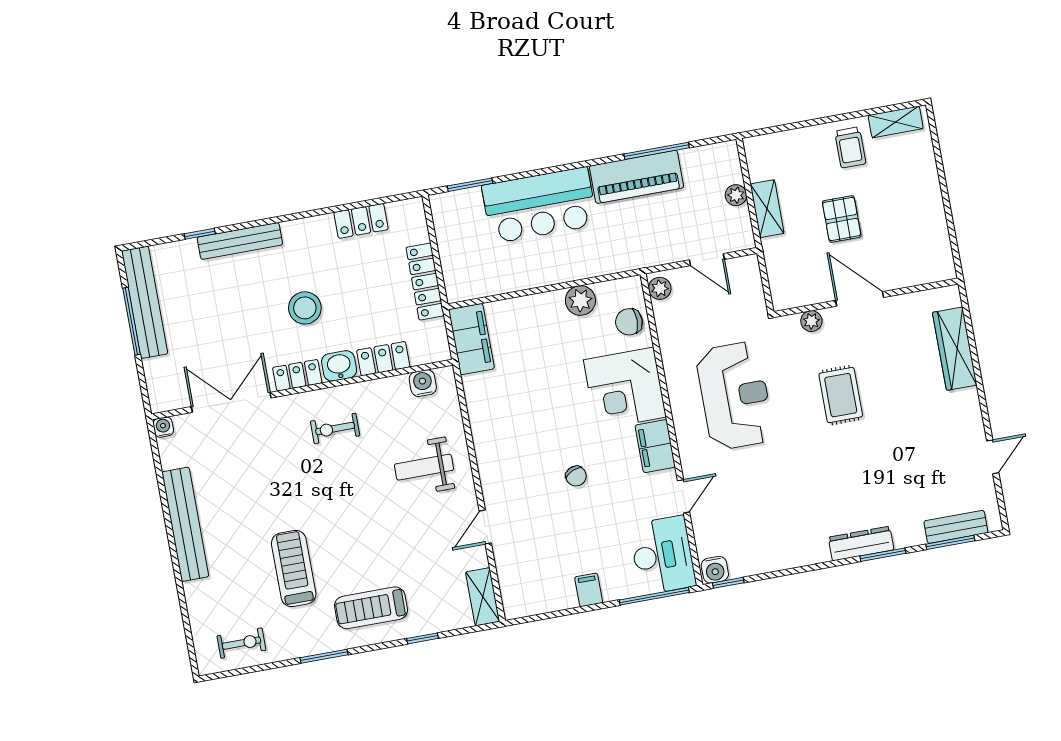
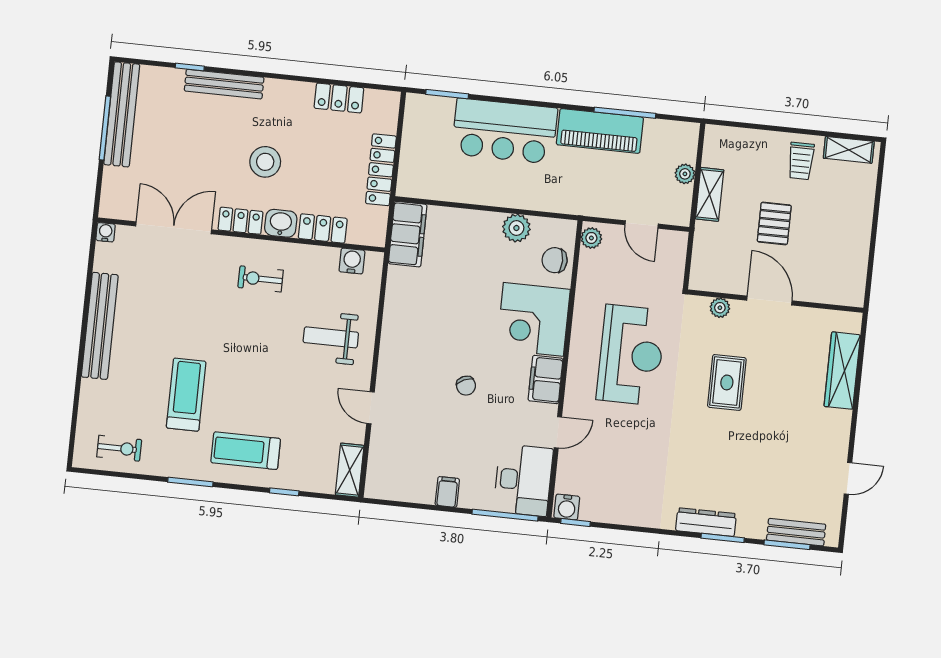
door: (485, 527) -> (370, 408), hinge flipped

